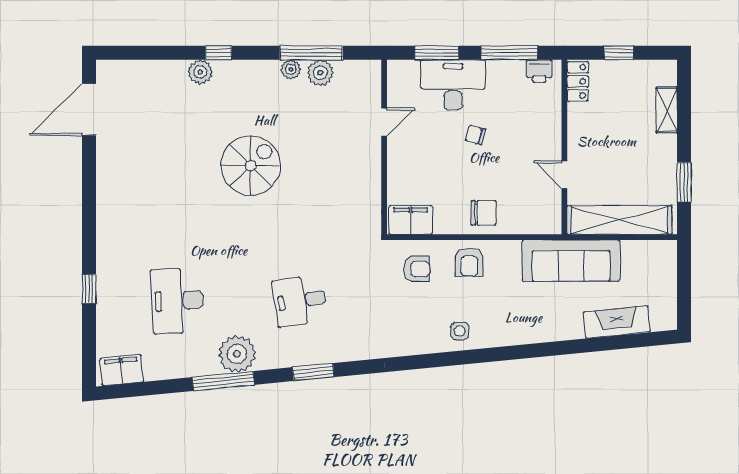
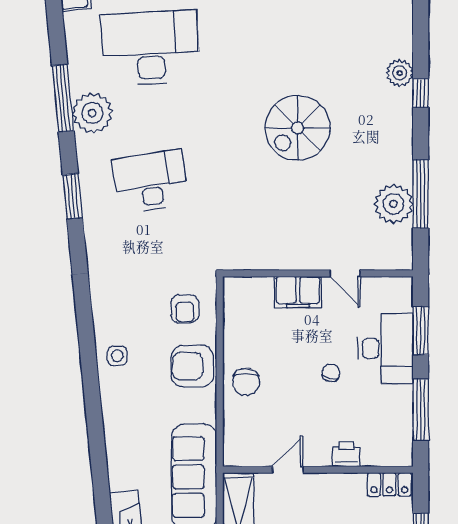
plant: (291, 69) -> (402, 172), removed
printer: (539, 71) -> (346, 454), moved, turned 90
plant: (320, 73) -> (393, 204), width x1.36, depth x1.36
spiral stairs: (251, 166) -> (298, 128), turned 90
filing cabinet: (411, 220) -> (298, 292), moved, turned 90
armchair: (469, 262) -> (192, 366), width x1.38, depth x1.38
desk: (177, 301) -> (151, 48), width x1.36, depth x1.30
desk: (300, 301) -> (151, 182), width x1.37

